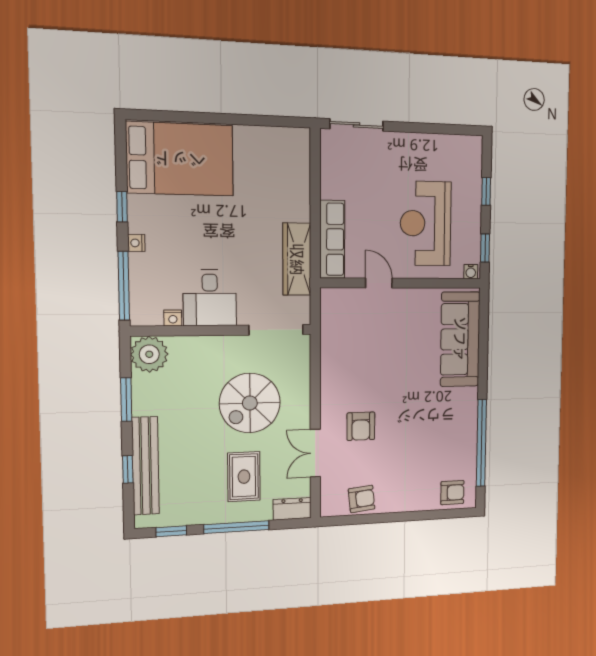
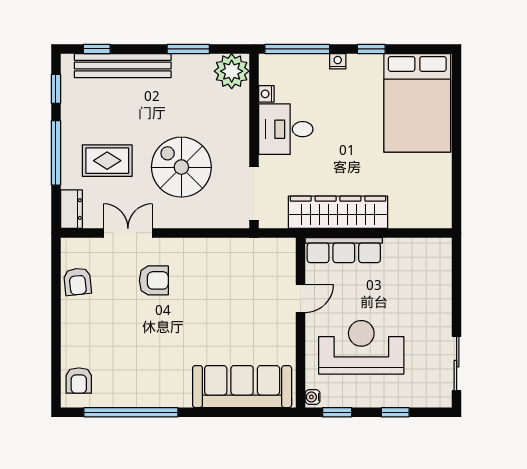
sliding door: (357, 125) -> (457, 364), moved
wardrobe: (297, 259) -> (338, 212), width x1.40, depth x1.17
armchair: (361, 426) -> (154, 280), turned 180
window: (128, 469) -> (97, 49), moved

